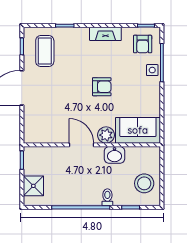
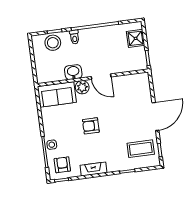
coffee table: (45, 51) -> (141, 149), turned 90
stool: (144, 183) -> (53, 43), moved

